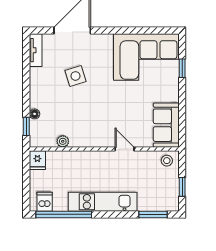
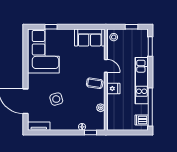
coffee table: (99, 133) -> (95, 83), added
door: (124, 149) -> (106, 66), swing flipped
fridge: (37, 160) -> (113, 89), moved

